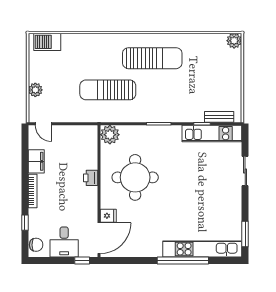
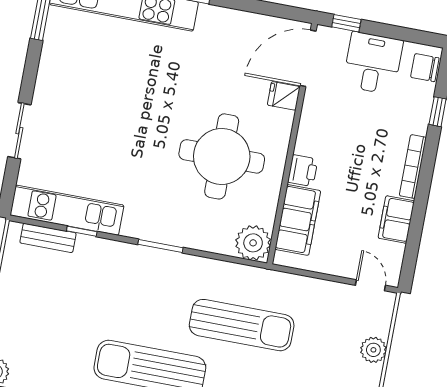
filing cabinet: (88, 151) -> (298, 220), added

